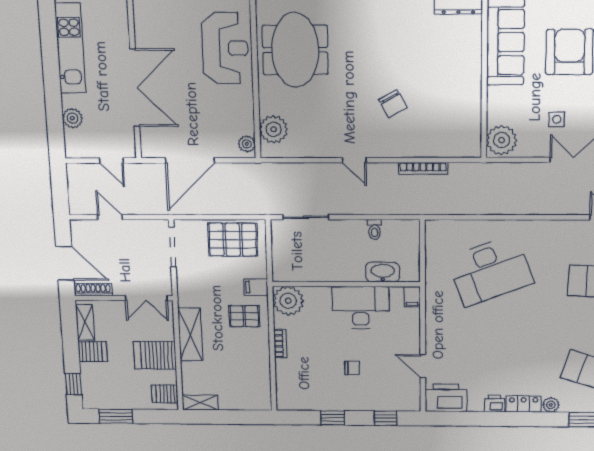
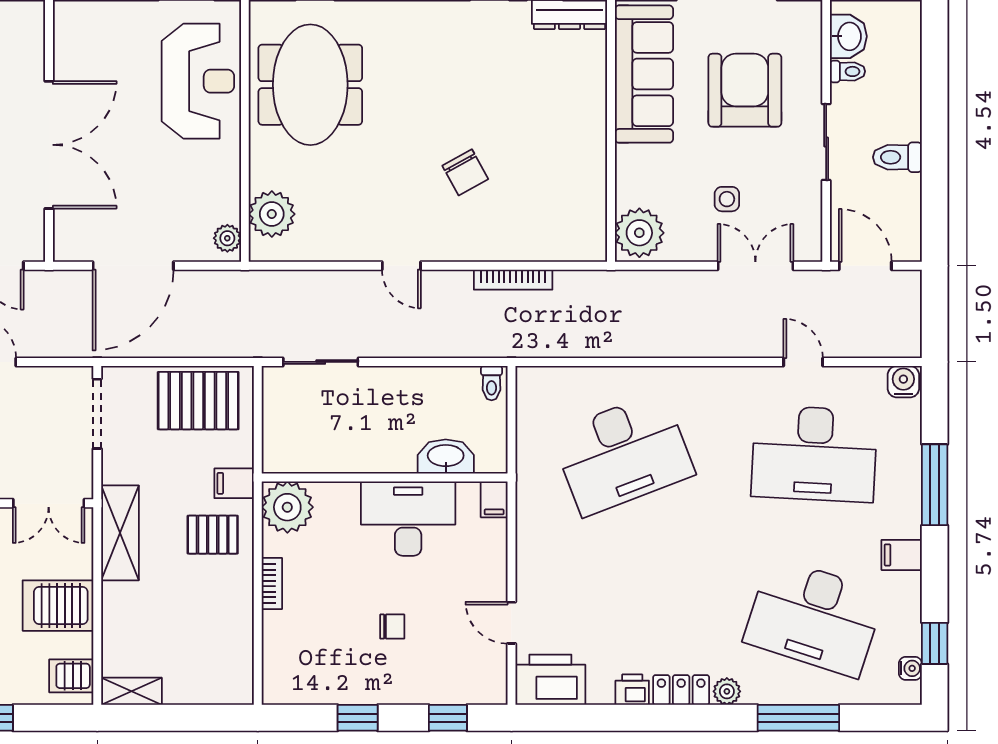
toilet: (375, 230) -> (492, 383), moved
shelving: (190, 334) -> (120, 533), moved

